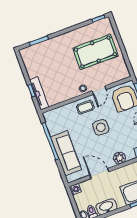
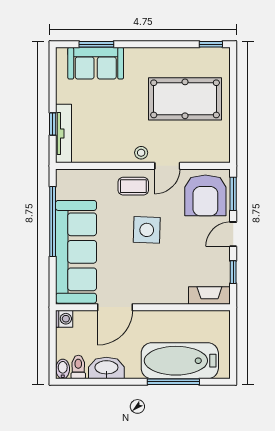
sofa: (42, 51) -> (96, 63), added
sofa: (66, 153) -> (76, 252), width x1.36, depth x1.27
plant: (119, 158) -> (159, 294), removed
door: (99, 174) -> (115, 307), swing flipped

